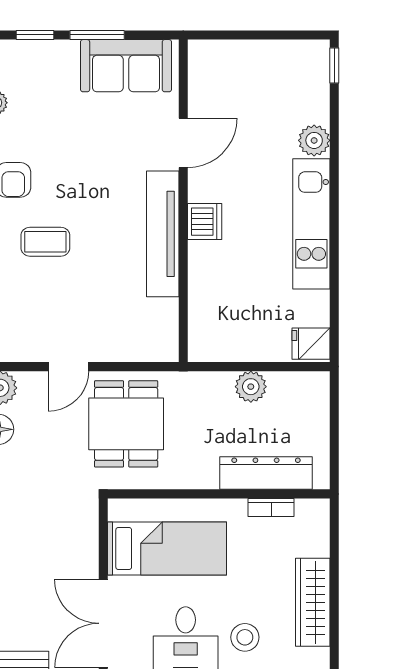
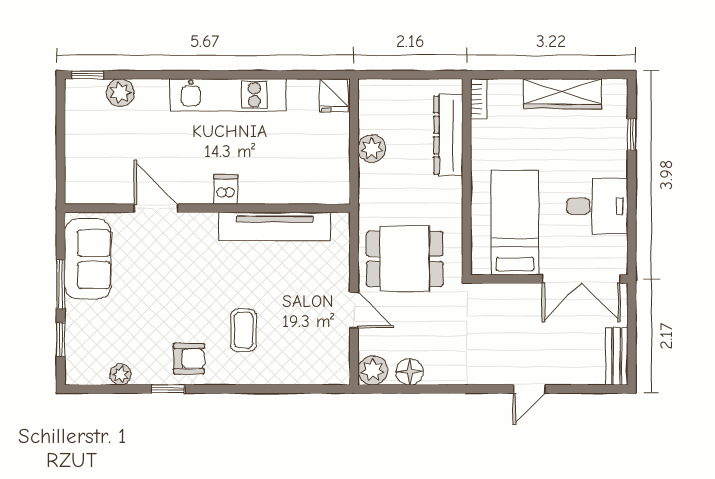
plant: (314, 140) -> (120, 93), moved
dishwasher: (205, 222) -> (226, 189), width x0.73
tv unit: (163, 234) -> (275, 226), moved
bookcase: (271, 508) -> (479, 99), moved
stool: (245, 637) -> (594, 154), removed

